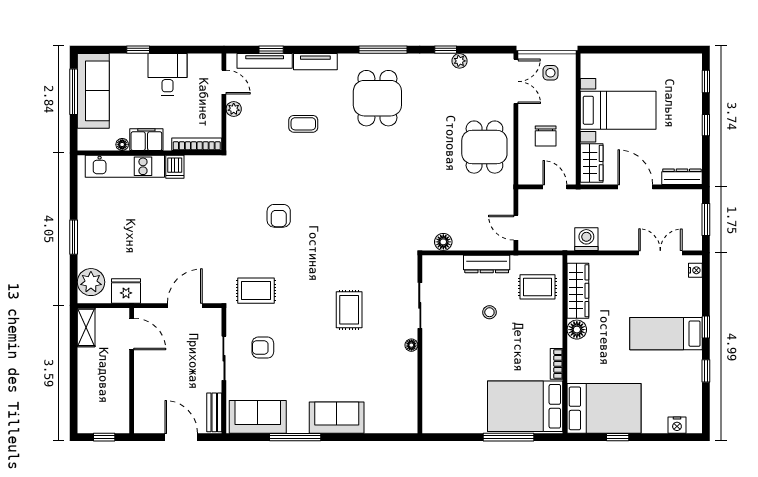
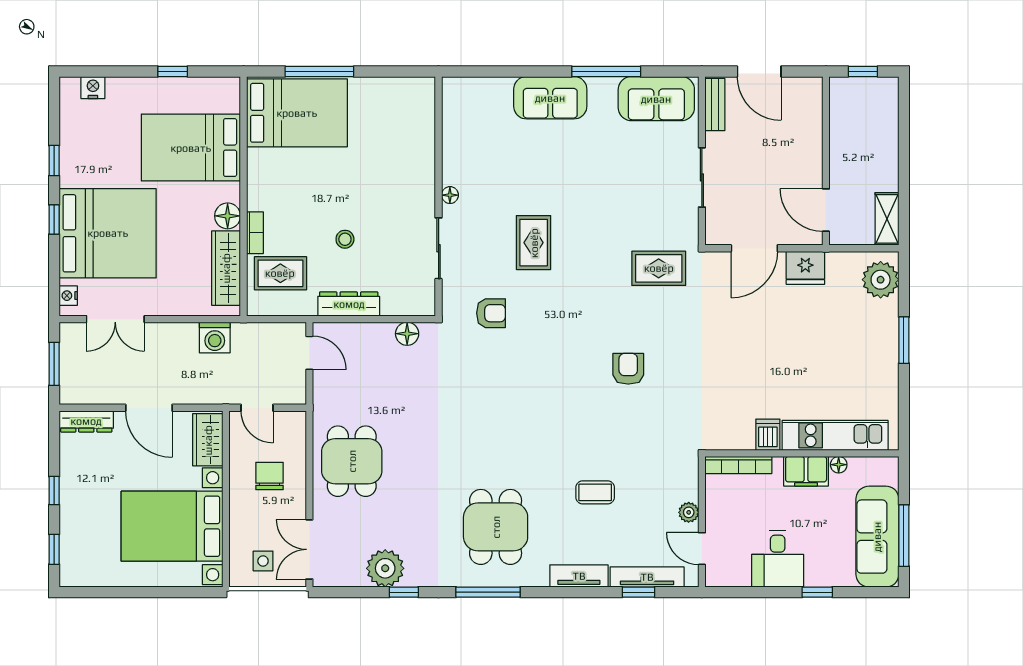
plant: (460, 61) -> (385, 568), width x1.88, depth x1.88
bed with nightstands: (618, 110) -> (172, 526), width x1.36
fridge: (126, 291) -> (805, 268), moved
bed: (666, 334) -> (108, 233), width x2.04
armchair: (263, 348) -> (491, 313), moved
bookcase: (556, 364) -> (255, 233), moved
bed: (604, 408) -> (191, 148), moved

